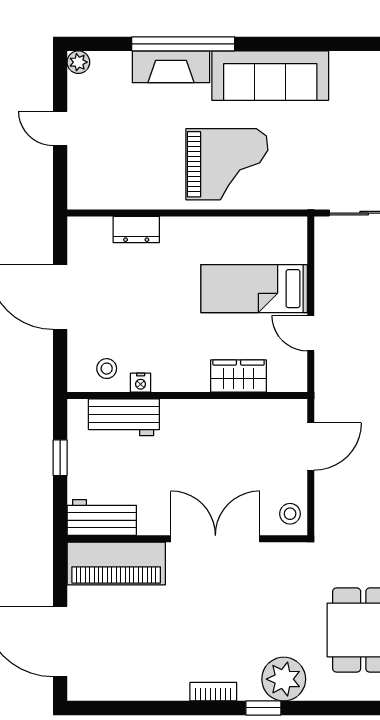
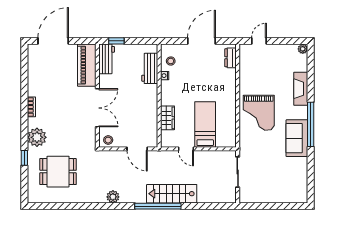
window: (183, 44) -> (311, 124), moved
sofa: (270, 76) -> (297, 138), width x0.73
door: (60, 128) -> (259, 41), moved
dresser: (136, 230) -> (231, 58), moved
door: (311, 333) -> (186, 149), swing flipped
window: (60, 458) -> (116, 41), moved
window: (263, 708) -> (24, 158), moved

